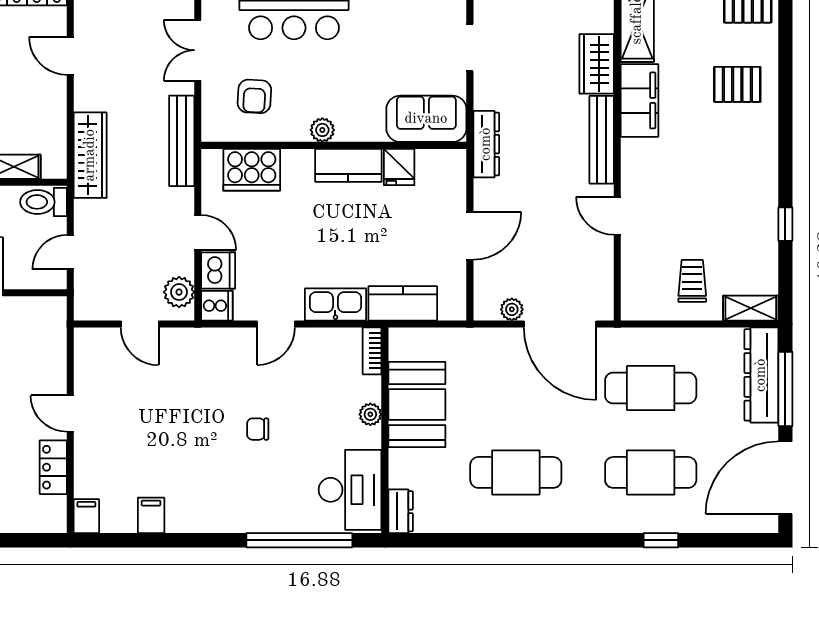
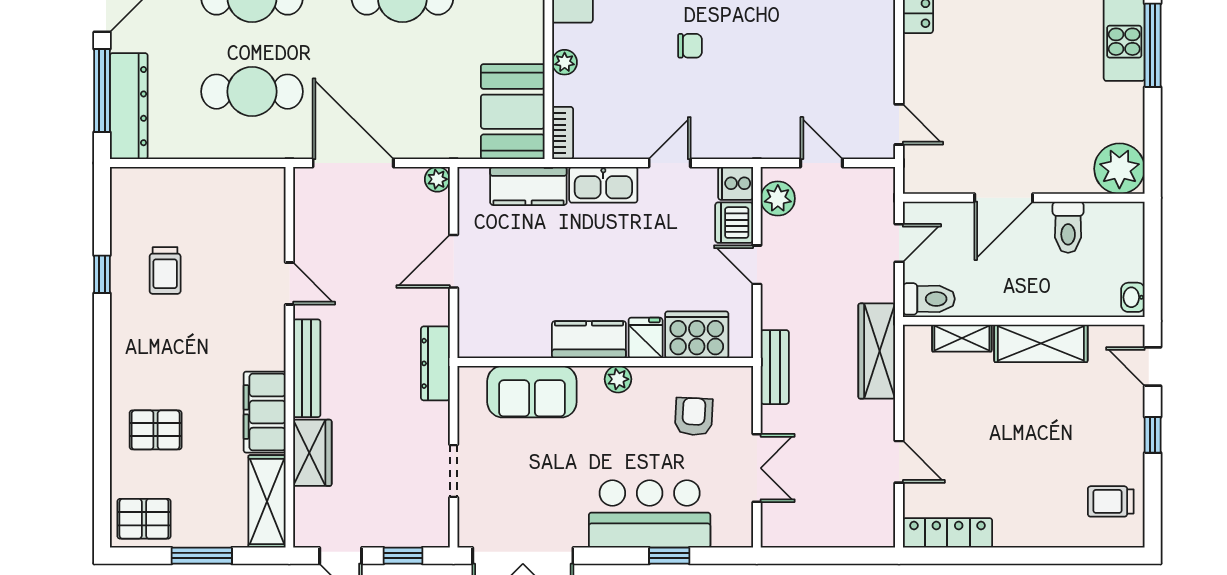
sofa: (426, 119) -> (532, 392), moved
bench: (182, 141) -> (775, 367), width x0.73
fridge: (399, 167) -> (646, 338), moved
trolley: (692, 281) -> (165, 270), moved
shelving: (751, 308) -> (141, 181), removed
plant: (512, 309) -> (437, 179), moved
booth: (417, 405) -> (513, 112), moved
door: (70, 413) -> (899, 124), moved

